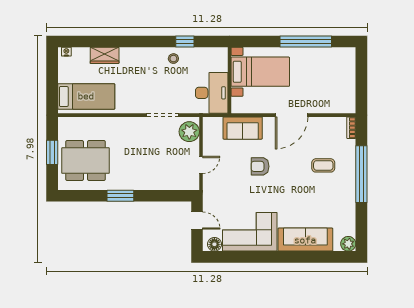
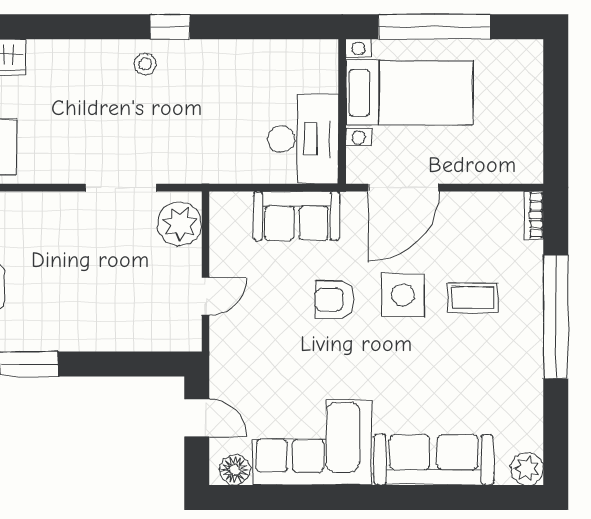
bed with nightstands: (260, 72) -> (409, 93), moved
wall: (229, 80) -> (342, 111), moved
desk: (212, 93) -> (303, 139), moved
side table: (291, 164) -> (403, 295), added

